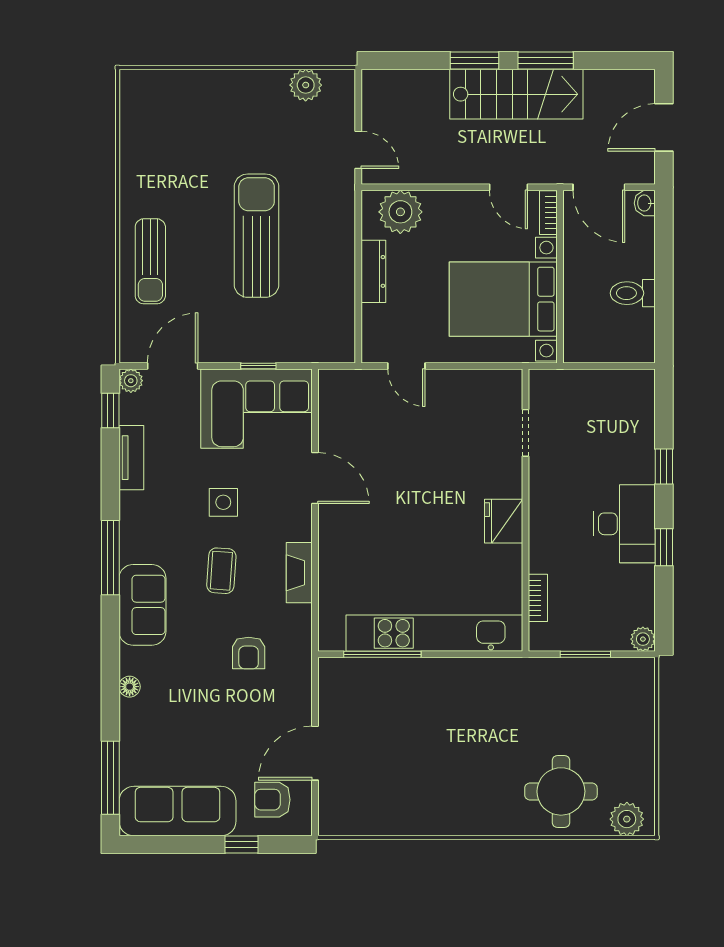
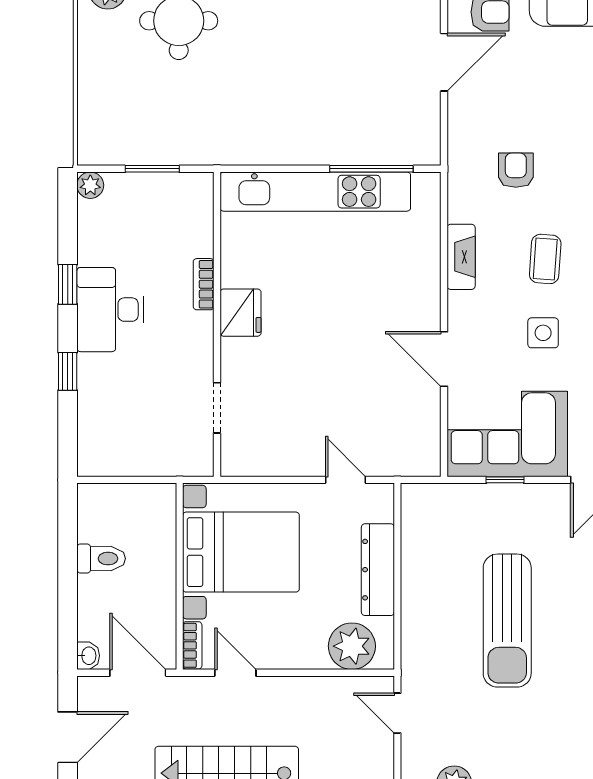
dresser: (373, 271) -> (378, 570), width x1.37, depth x1.24
bookcase: (538, 598) -> (204, 284), moved

